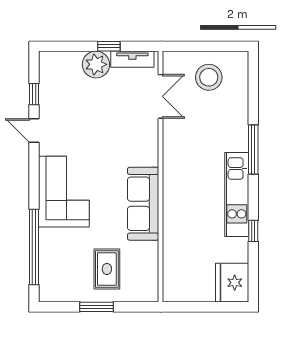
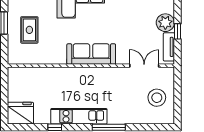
double door: (161, 96) -> (144, 66), swing flipped
sofa: (143, 204) -> (91, 54), moved
rug: (107, 269) -> (29, 30), turned 90

